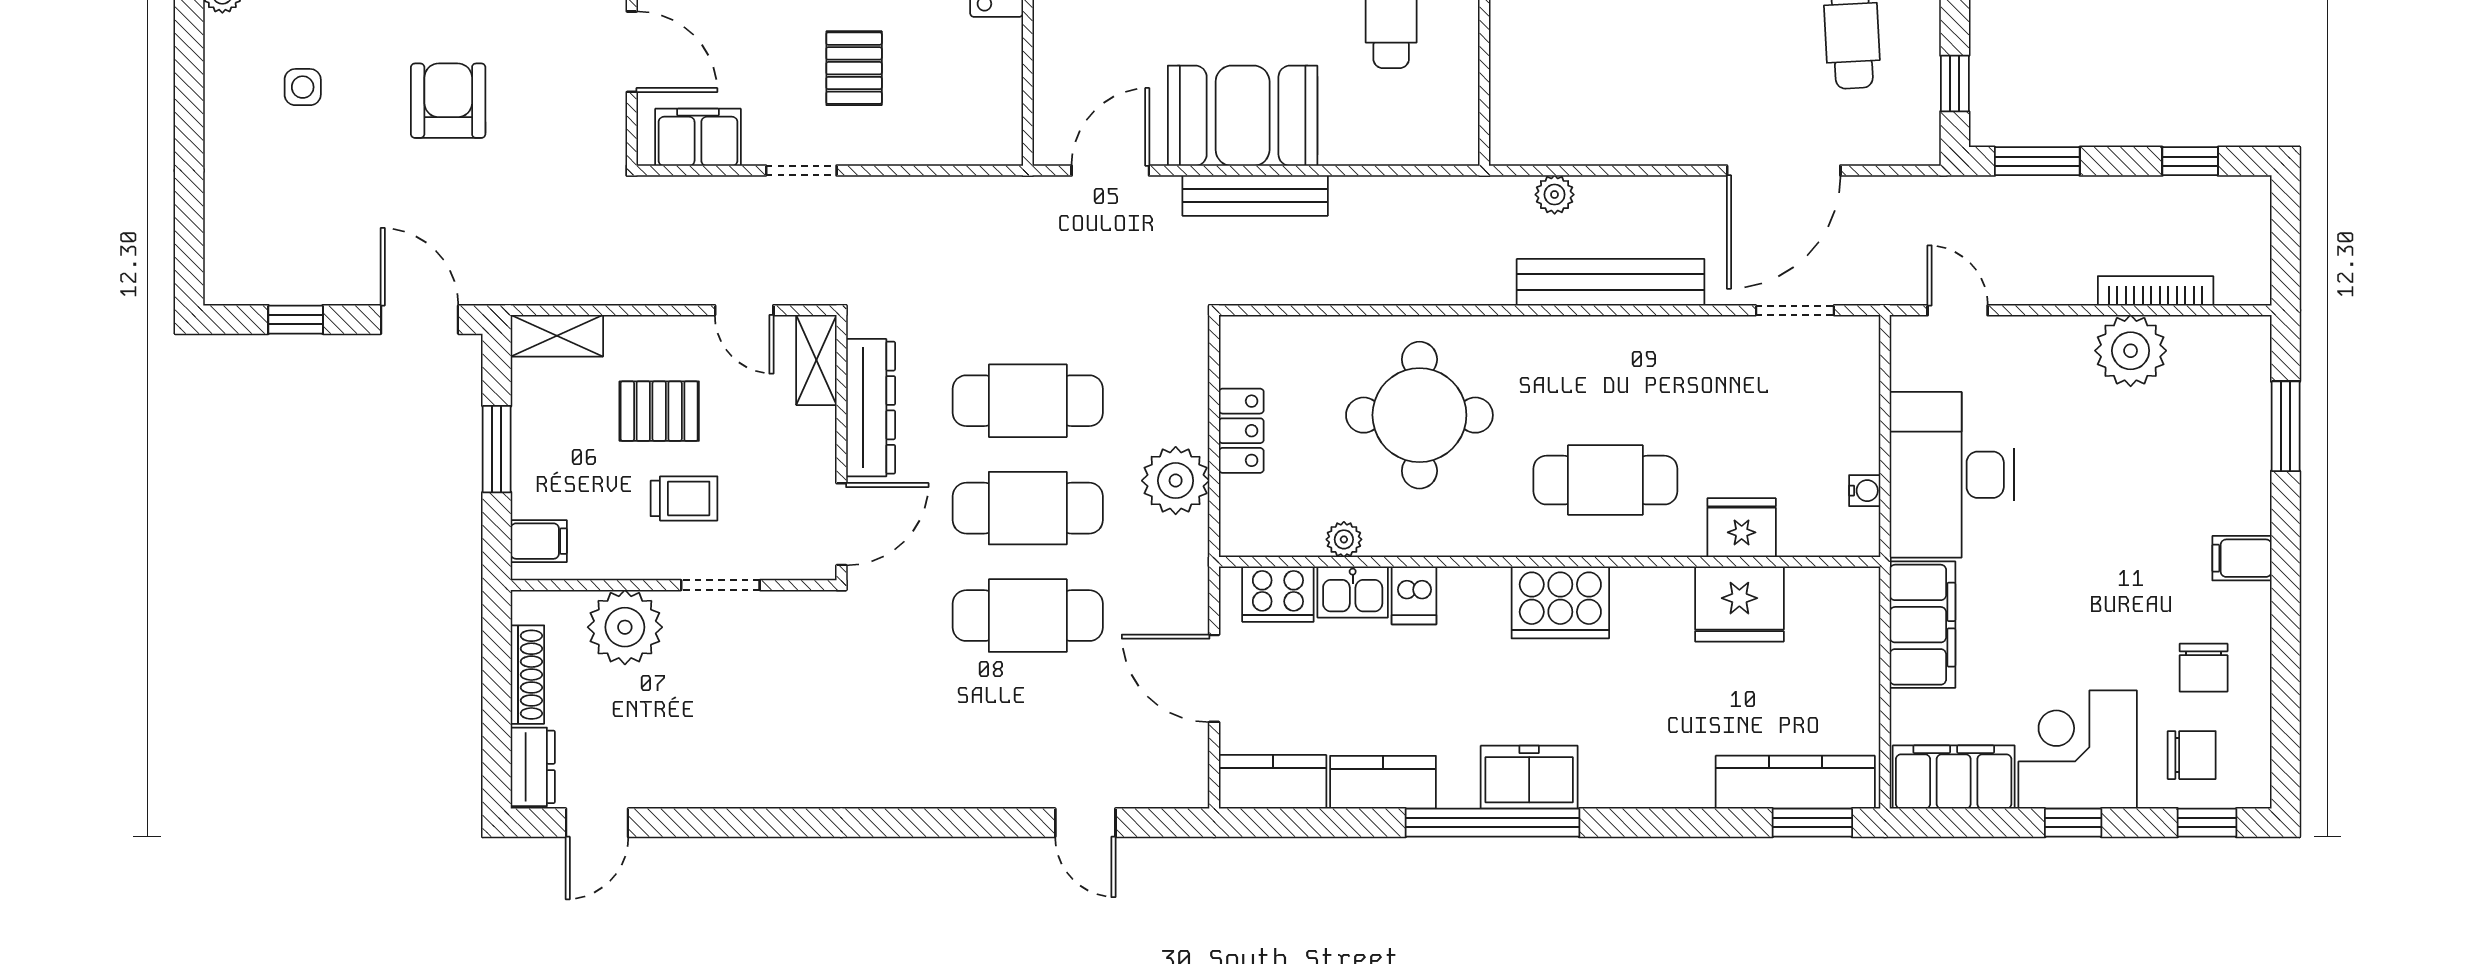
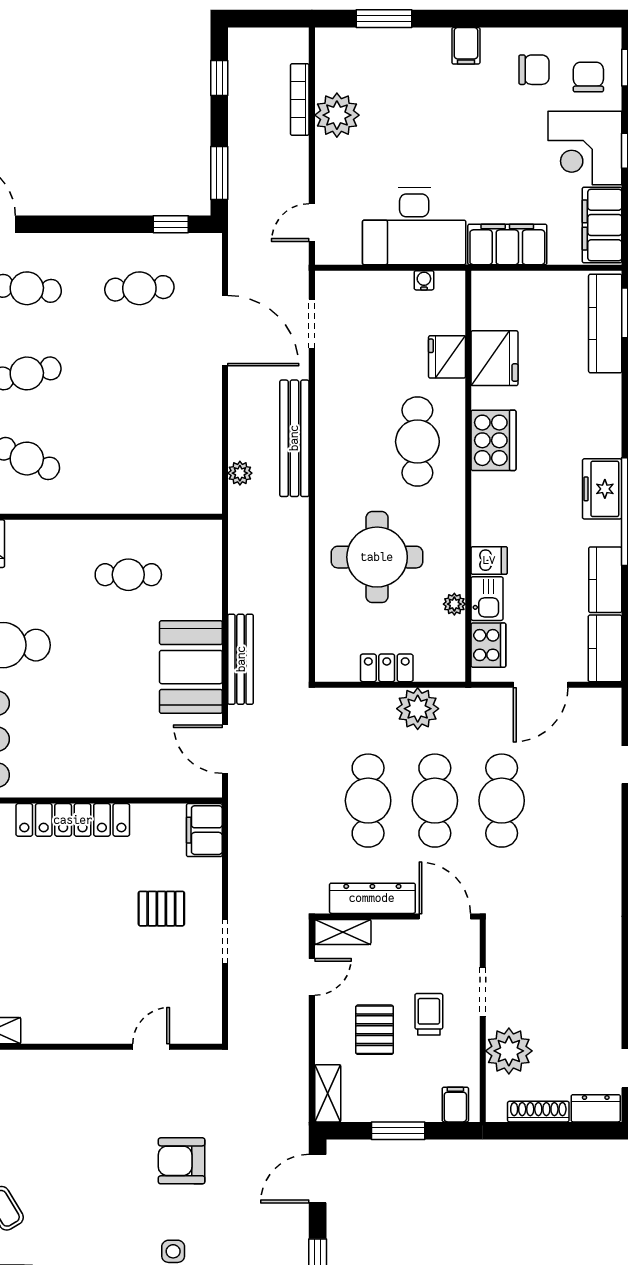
door: (632, 52) -> (151, 1047), width x0.73
filing cabinet: (698, 137) -> (204, 830), moved
cooker: (1560, 602) -> (493, 440), moved

